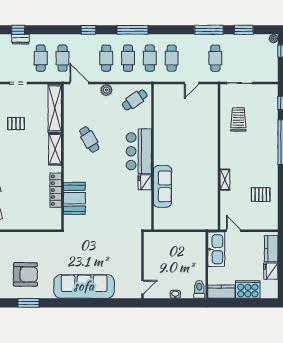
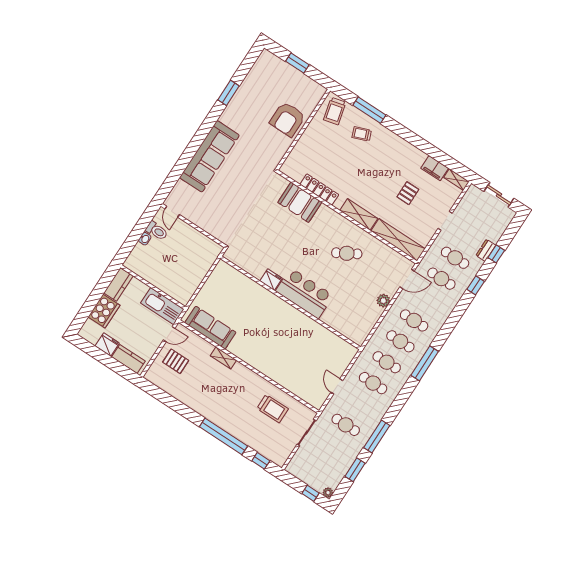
window: (88, 30) -> (476, 285), moved
cafe table: (135, 100) -> (356, 322), removed
sofa: (162, 186) -> (210, 328), moved, turned 180
pallet: (261, 195) -> (176, 361), moved, turned 90
armchair: (25, 274) -> (288, 119), moved
toilet: (199, 289) -> (157, 231), moved

